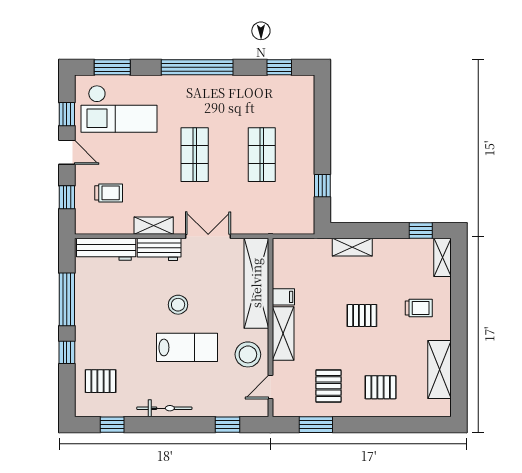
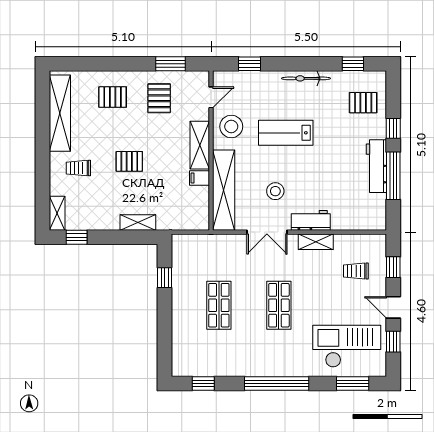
workbench: (106, 249) -> (376, 166), moved, turned -90
stool: (178, 305) -> (275, 191), moved
shelving: (440, 369) -> (60, 113), width x1.47

